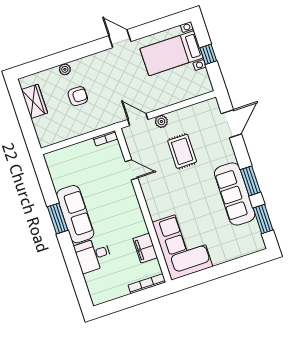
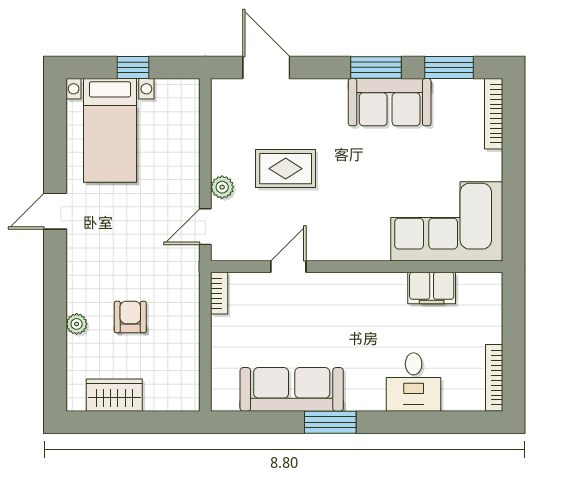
sofa: (235, 194) -> (390, 102), width x0.73
sofa: (75, 214) -> (292, 389), moved
bookcase: (247, 250) -> (494, 114), added
bookcase: (147, 284) -> (494, 378), moved

